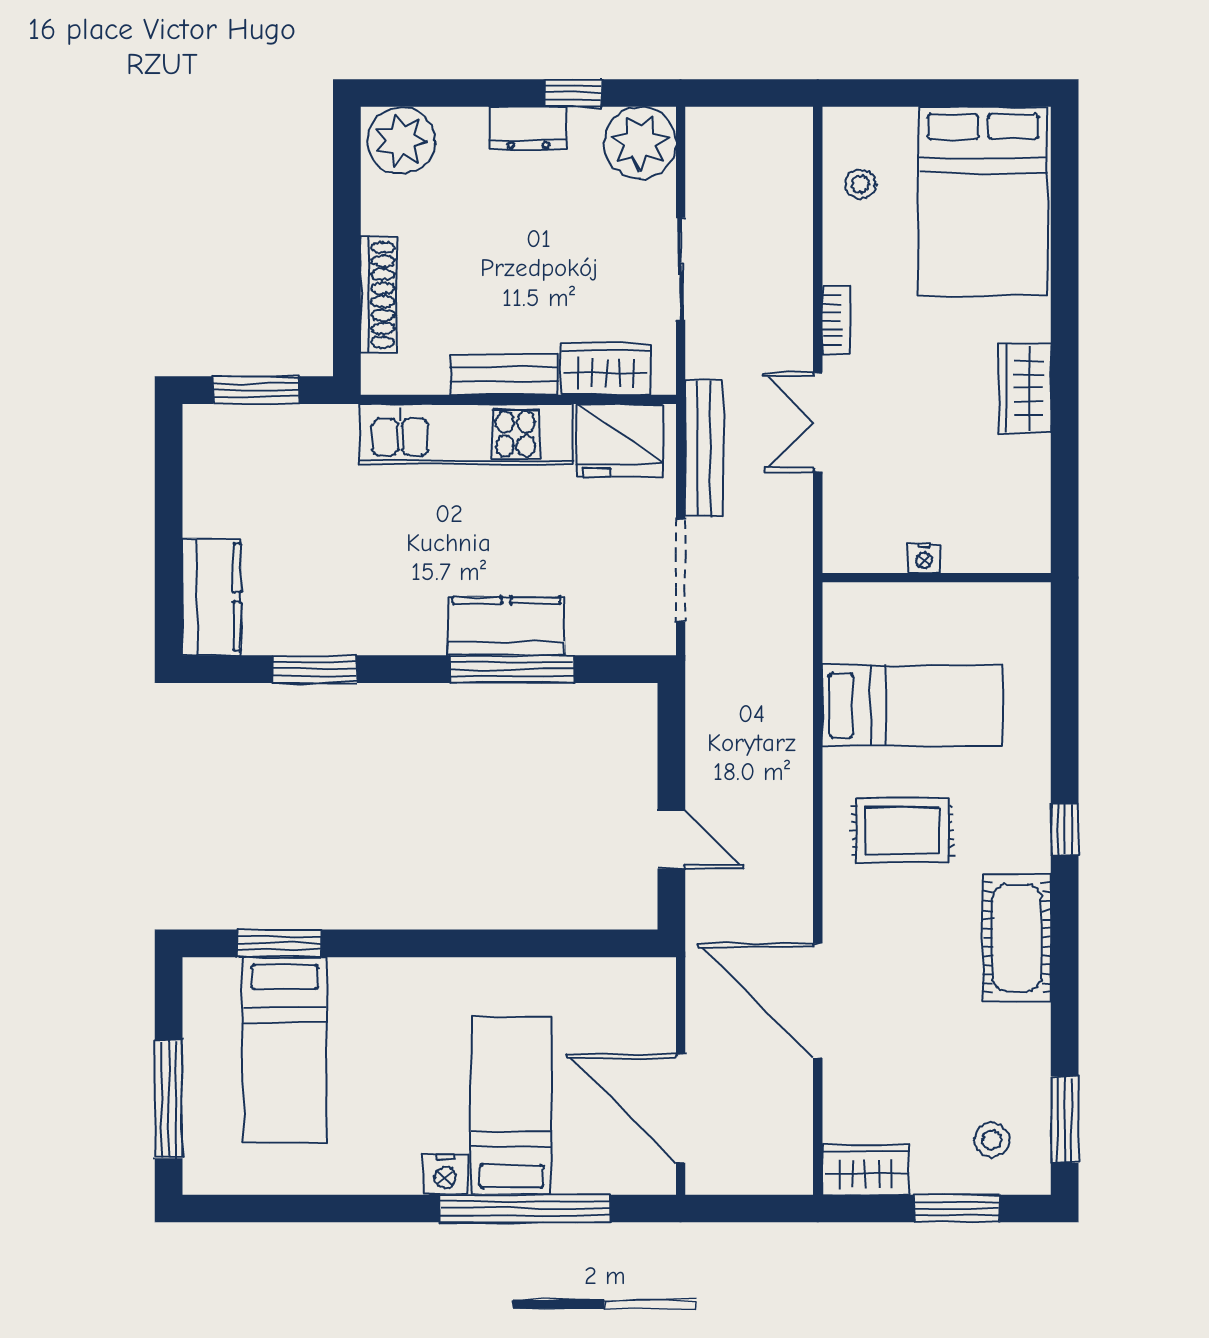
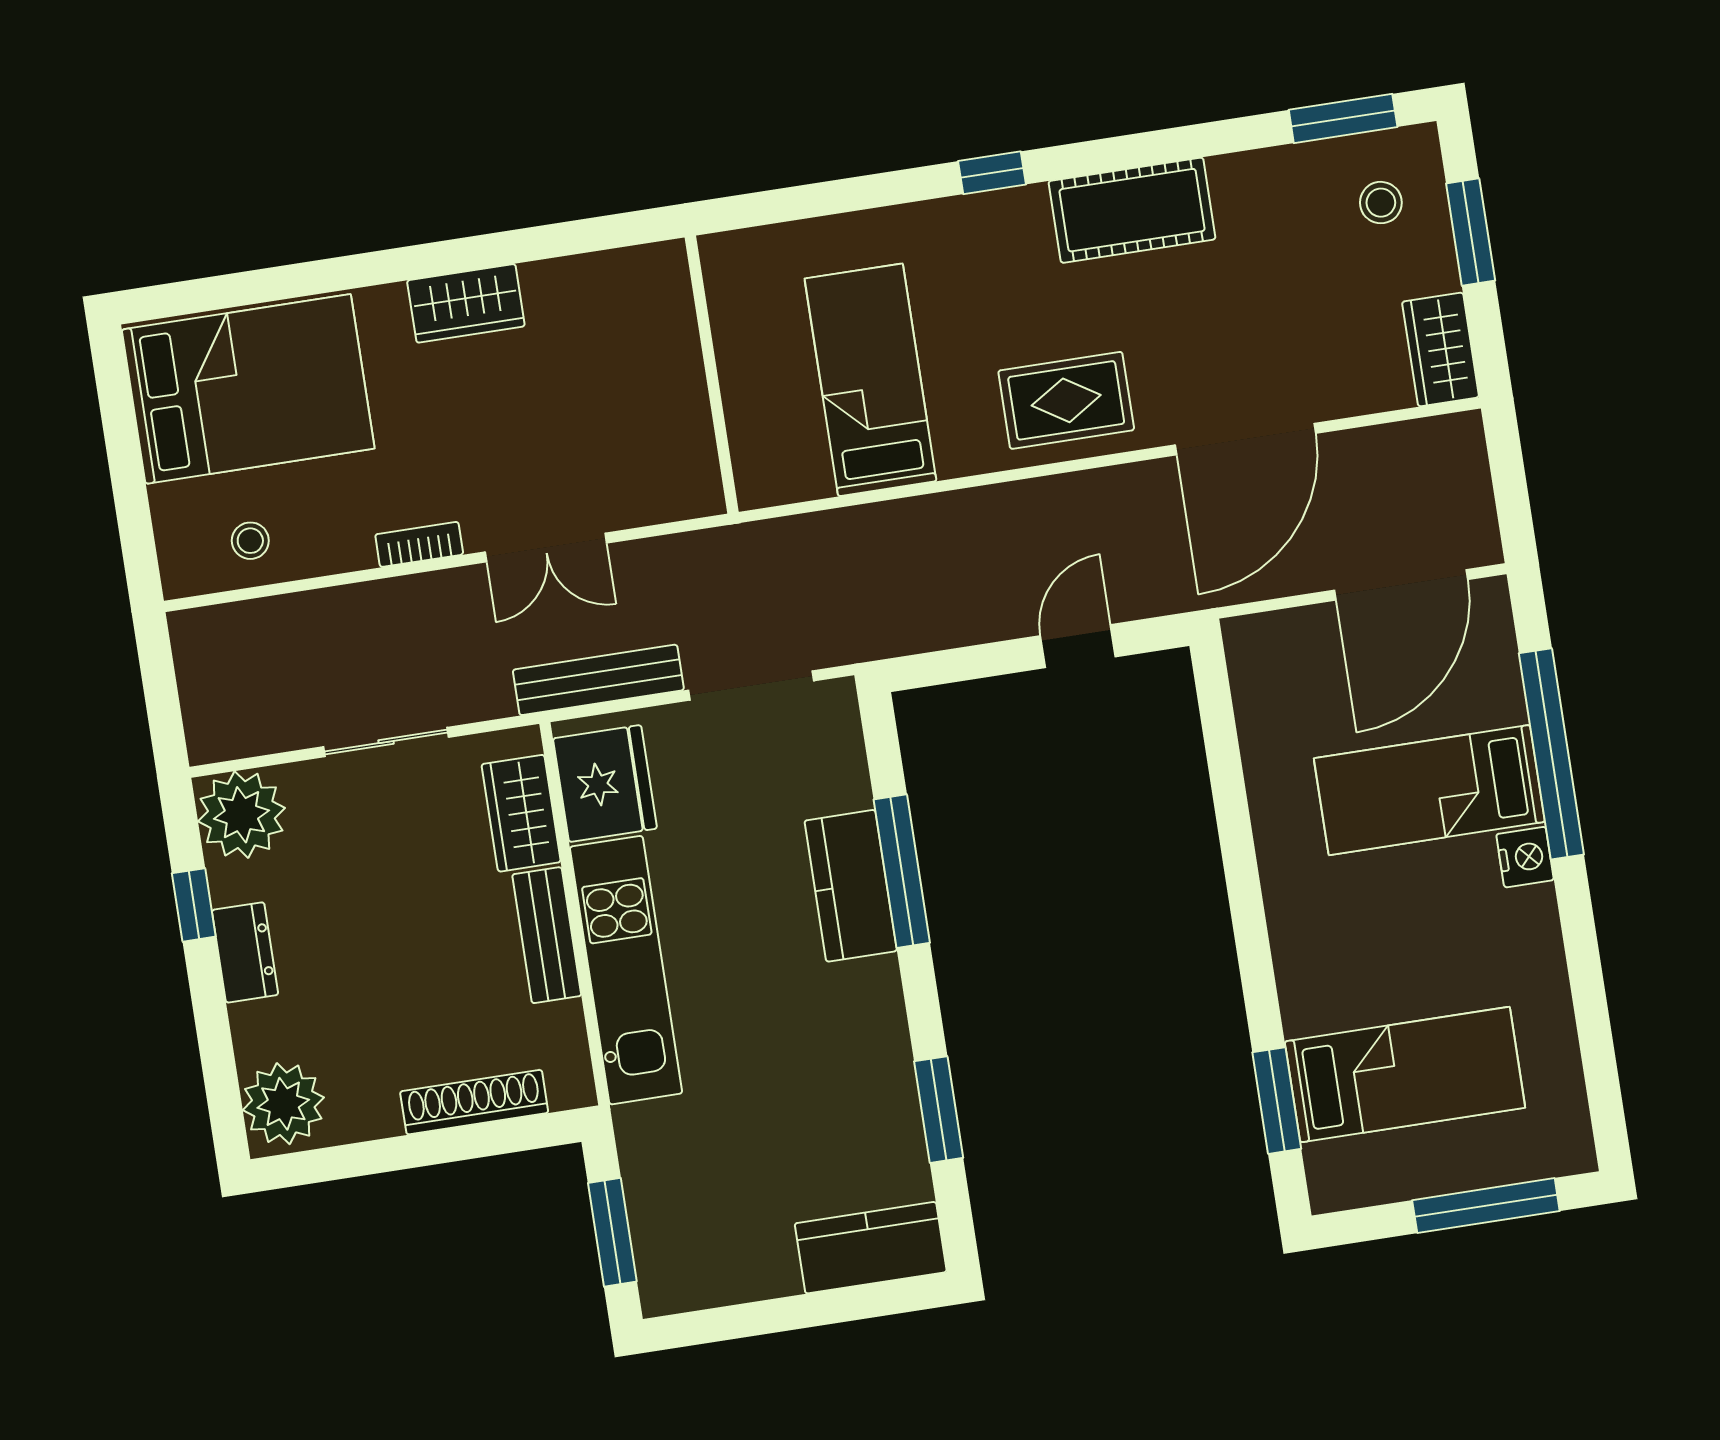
nightstand: (924, 558) -> (690, 393), removed
rug: (903, 830) -> (1066, 400), moved, turned 90

